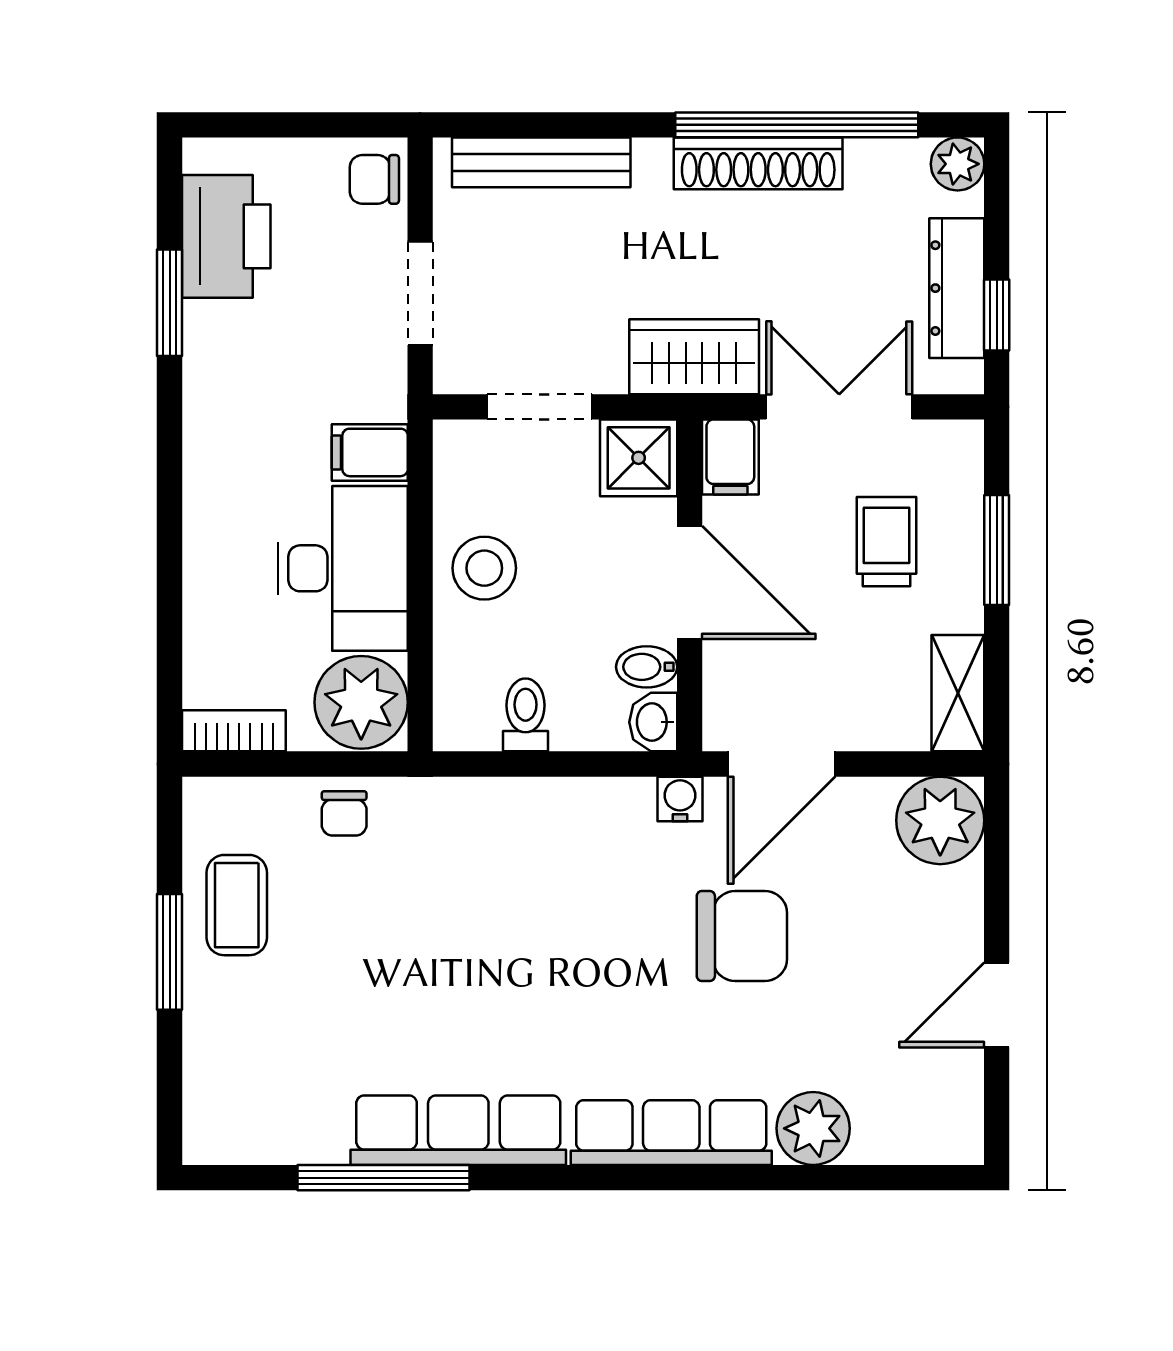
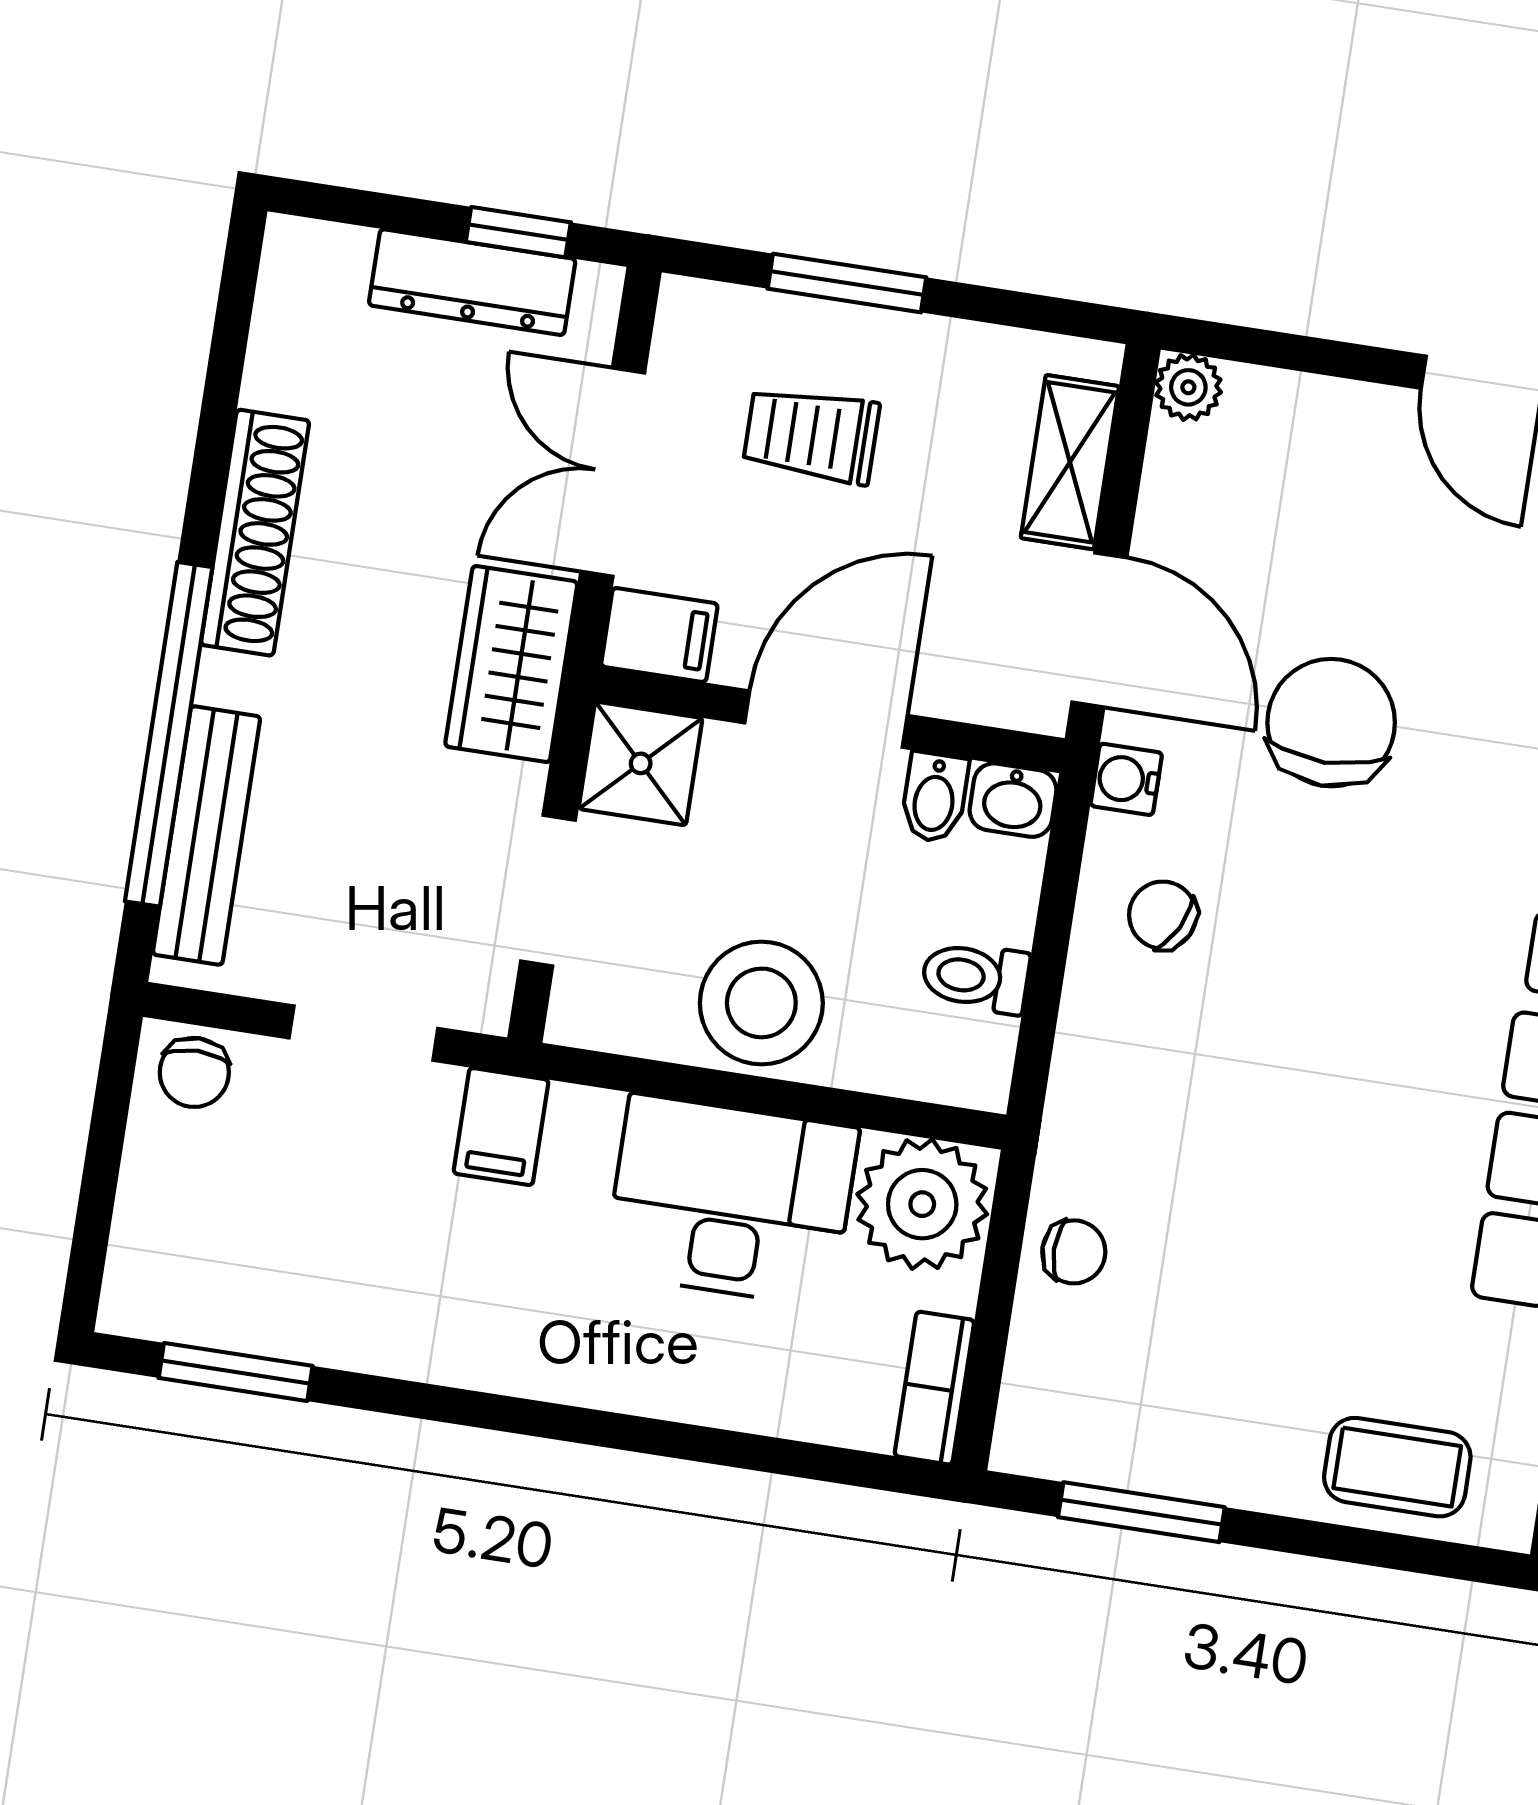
window: (797, 125) -> (169, 734), moved
plant: (958, 164) -> (299, 254), removed
printer: (226, 236) -> (242, 1292), removed
window: (170, 303) -> (236, 1372), moved
filing cabinet: (370, 452) -> (501, 1127), moved
stool: (484, 568) -> (761, 1003), width x1.38, depth x1.38
shelving: (958, 693) -> (1070, 462), moved, turned 90
plant: (940, 820) -> (1188, 387), width x0.53, depth x0.53
chair: (589, 839) -> (1163, 915), added
coffee table: (237, 905) -> (1397, 1467), moved
window: (170, 952) -> (1141, 1512), moved

